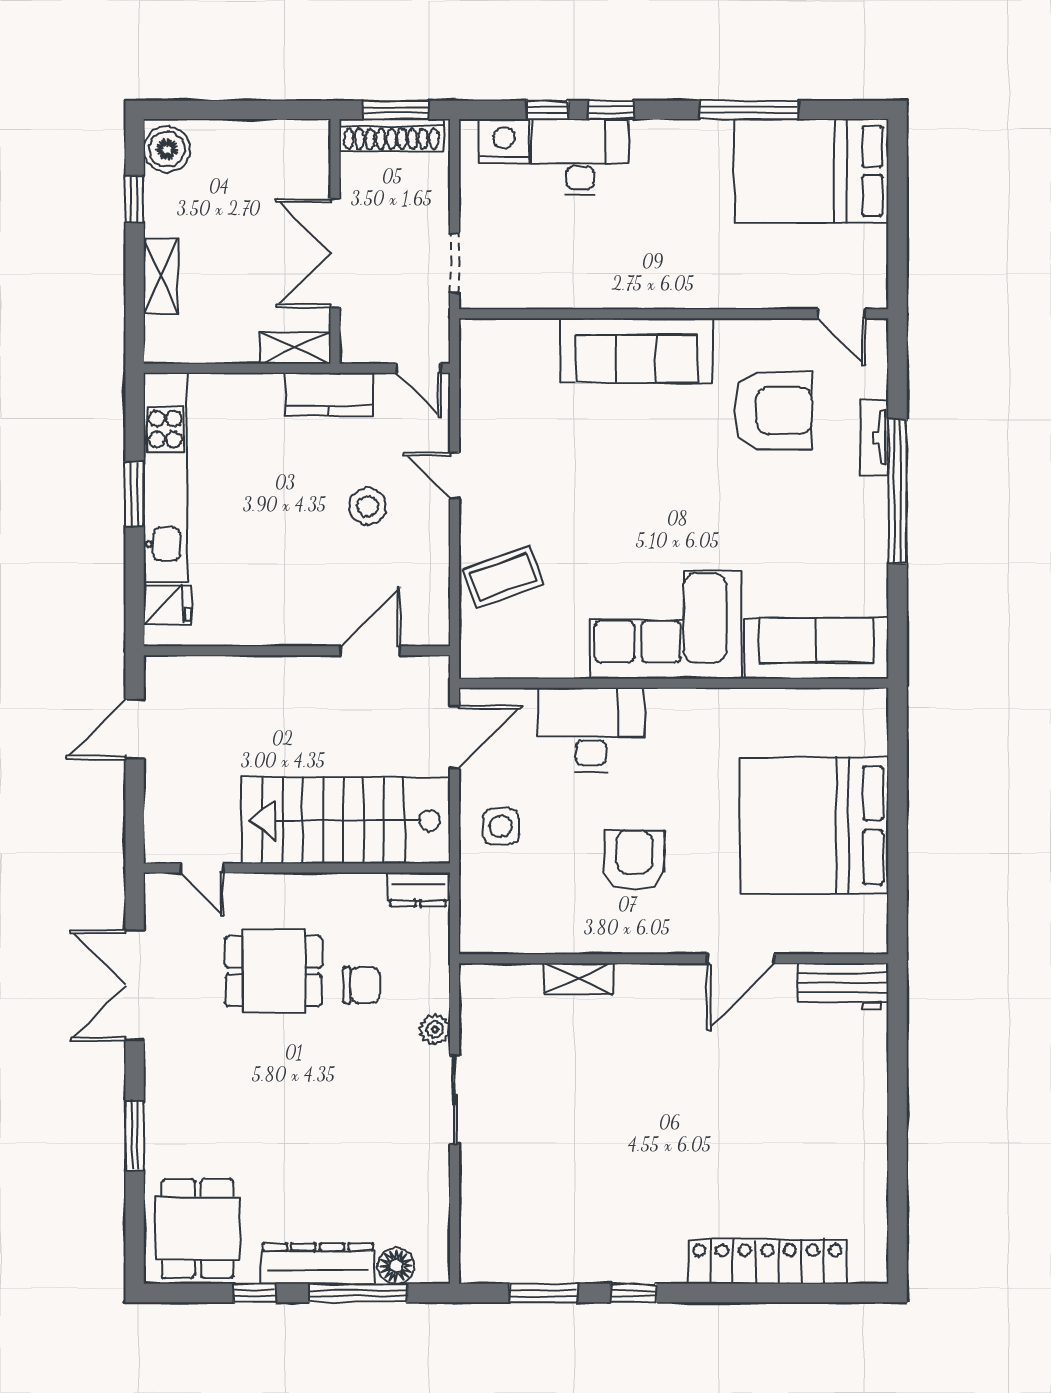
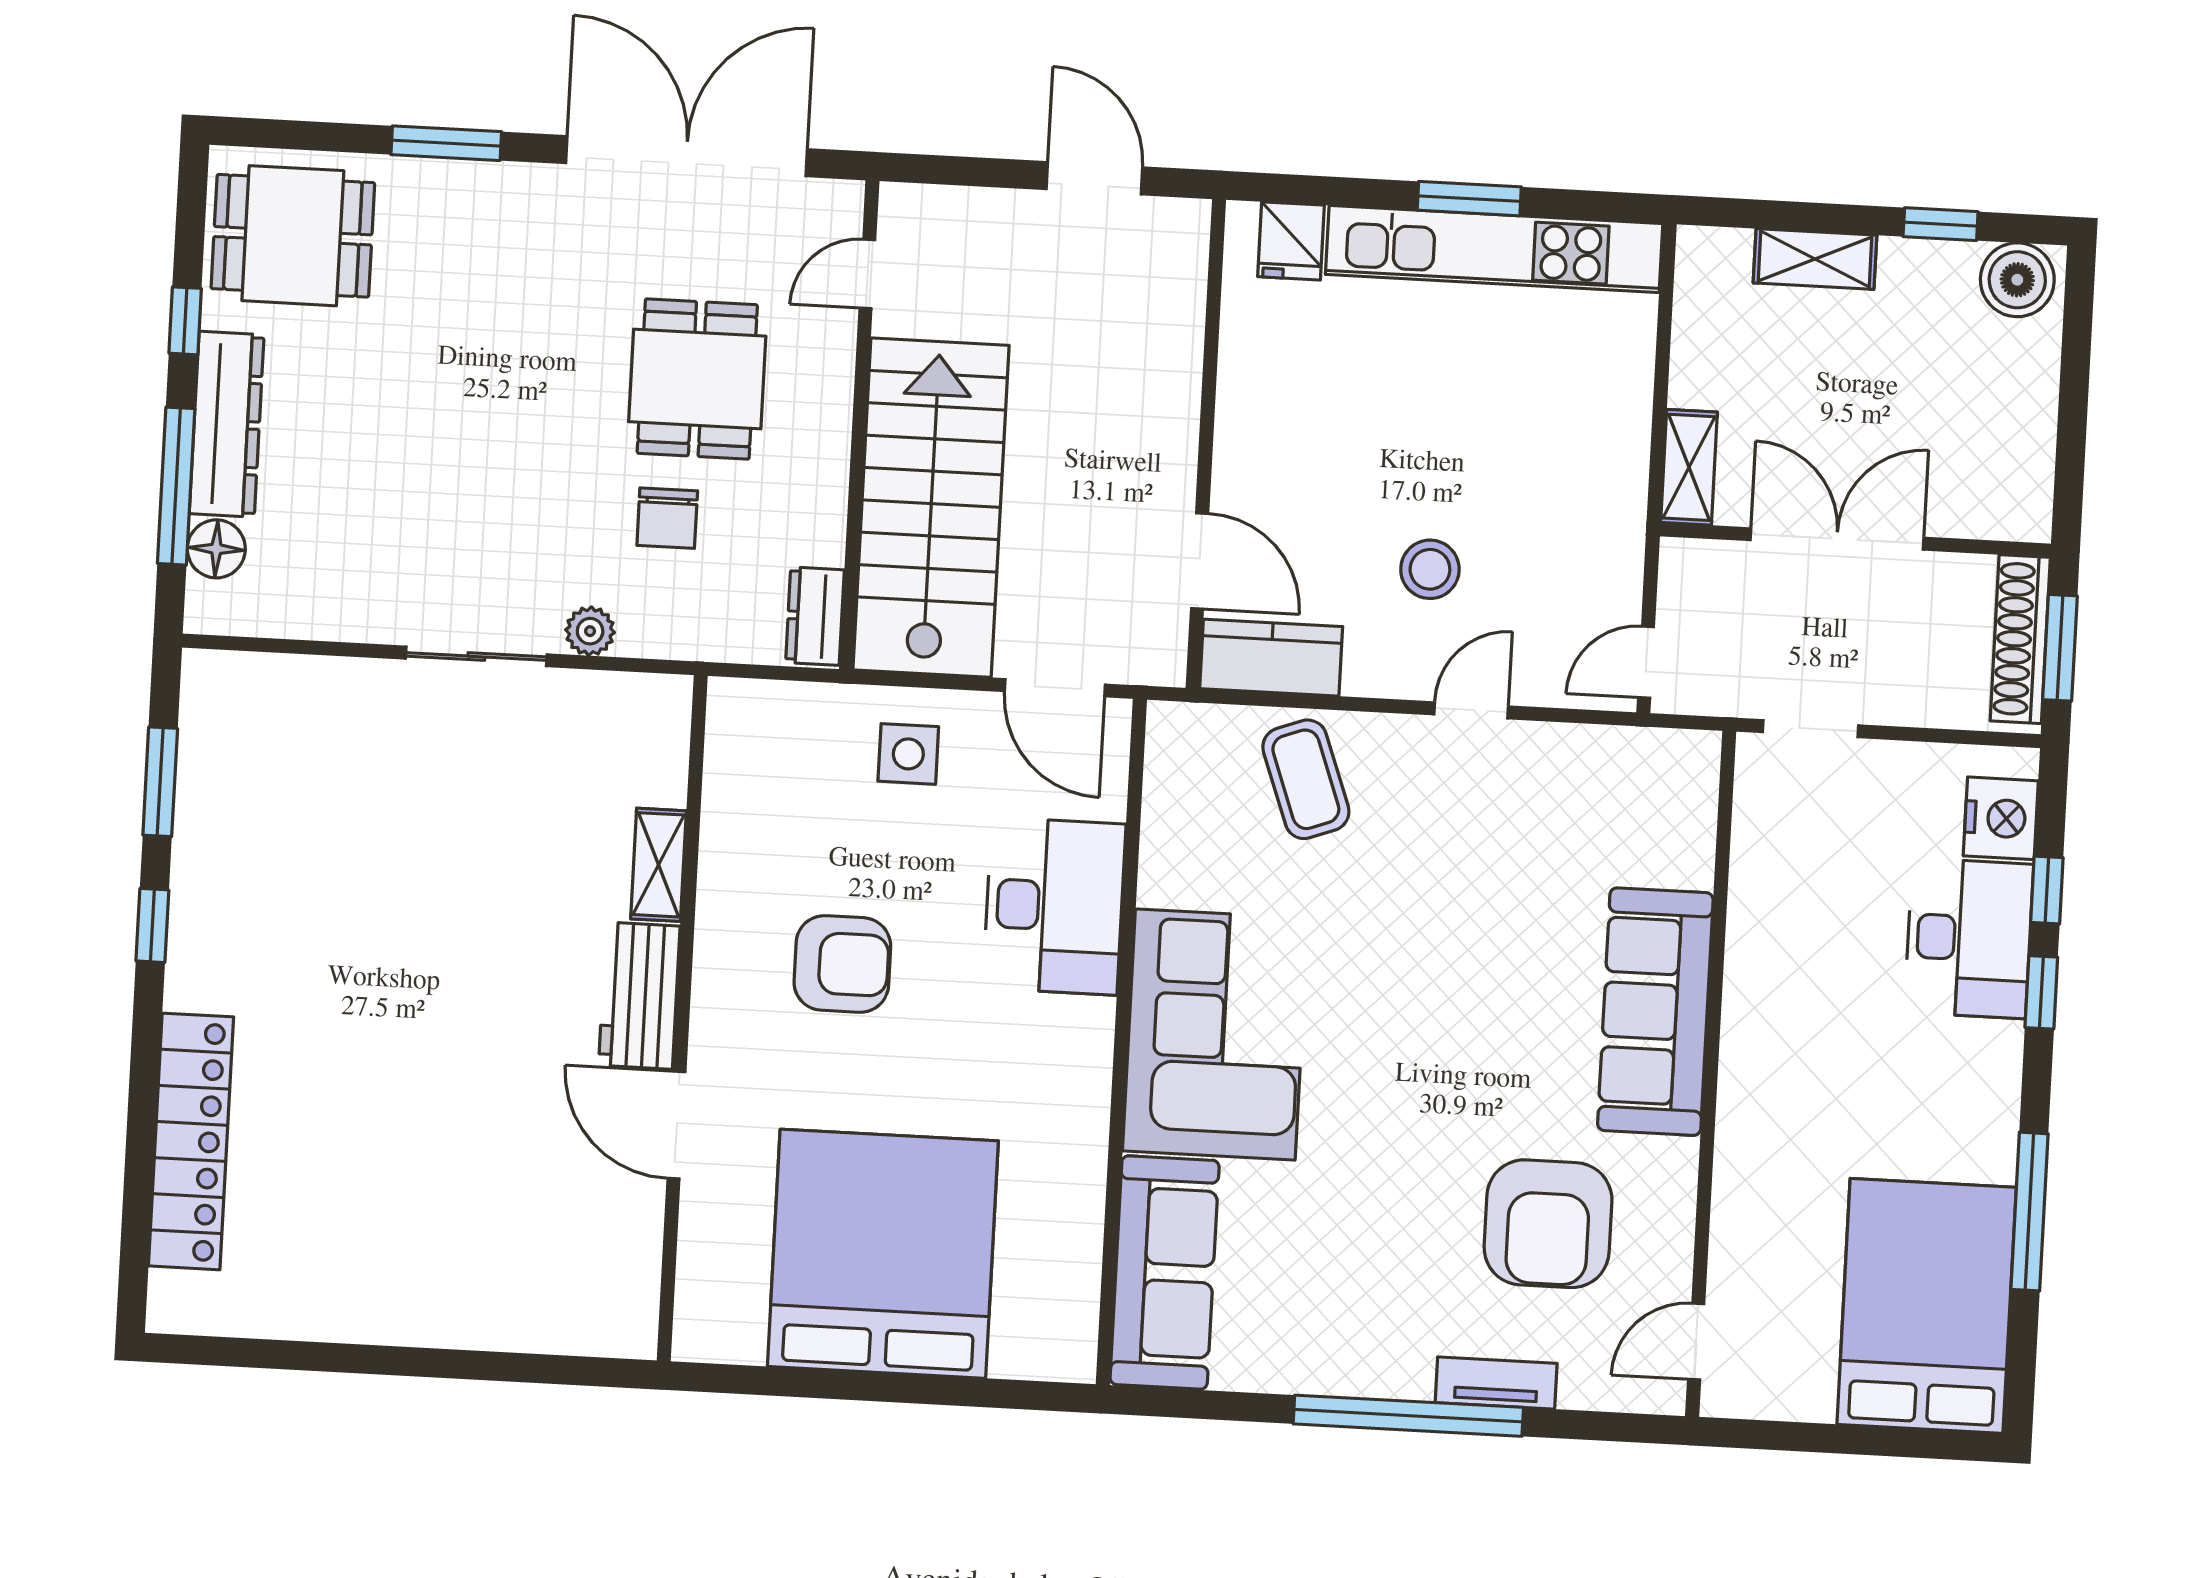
kitchen counter: (329, 394) -> (1271, 658), moved, turned 90
double door: (135, 985) -> (686, 156), width x1.36
workbench: (843, 986) -> (639, 996), moved

